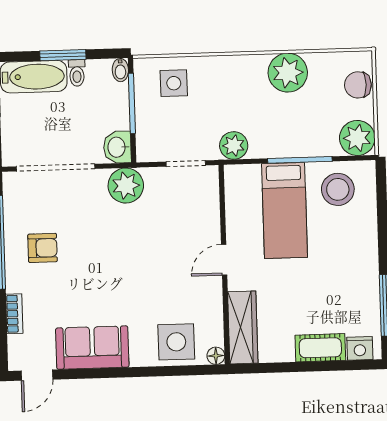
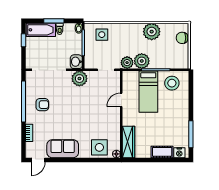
plant: (357, 138) -> (142, 61), moved
door: (224, 260) -> (121, 100), moved

